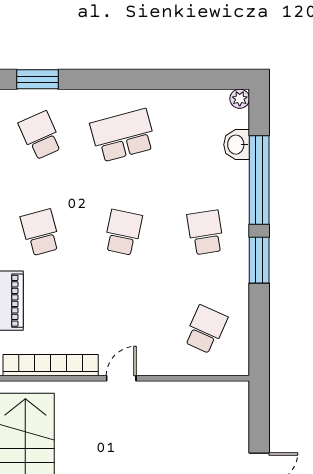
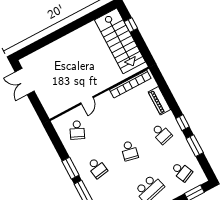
door: (121, 378) -> (87, 100), moved

